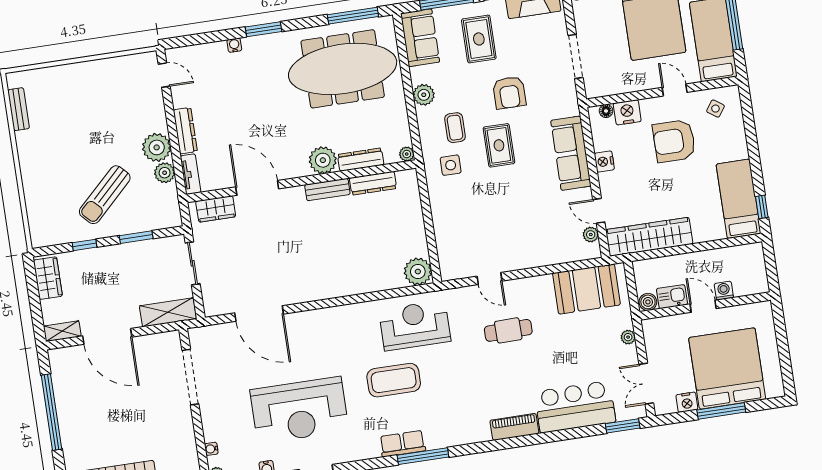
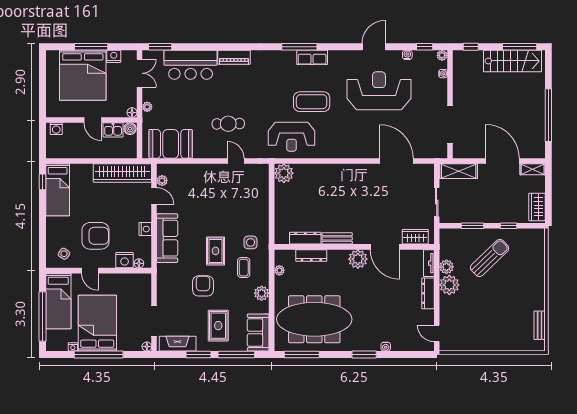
doorway: (575, 56) -> (154, 321), moved
plant: (407, 154) -> (279, 270), moved
plant: (323, 160) -> (358, 259), moved
washing machine: (724, 291) -> (56, 129), moved
floor lamp: (649, 326) -> (132, 113), added

